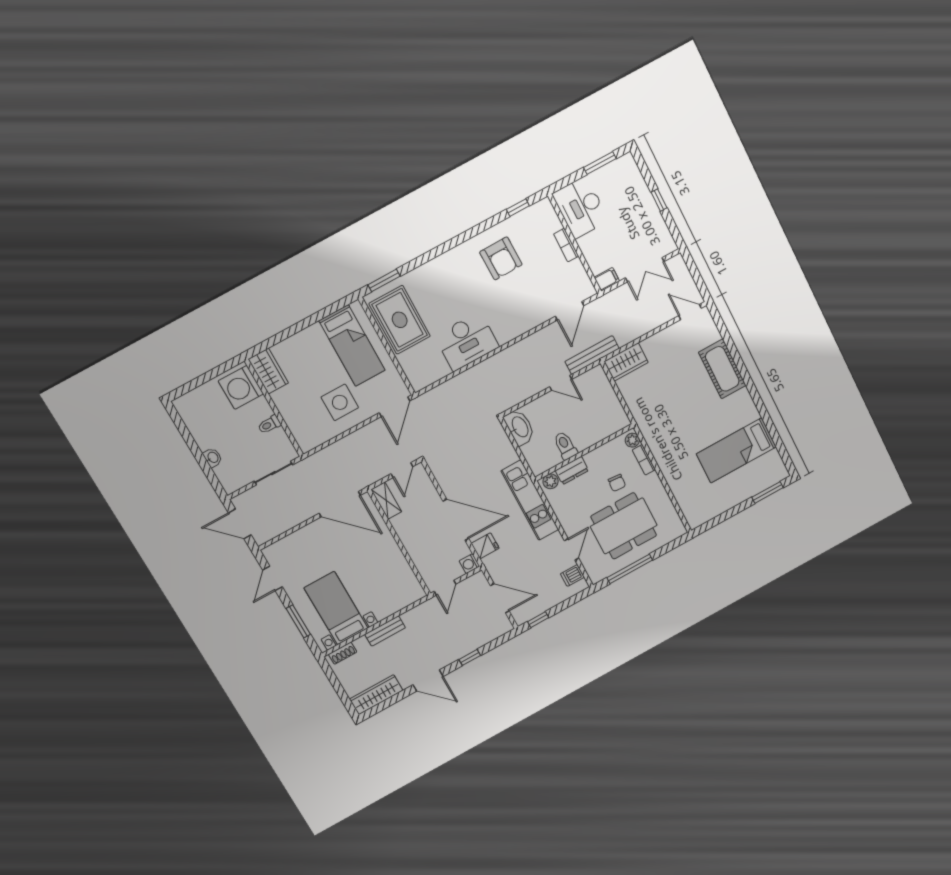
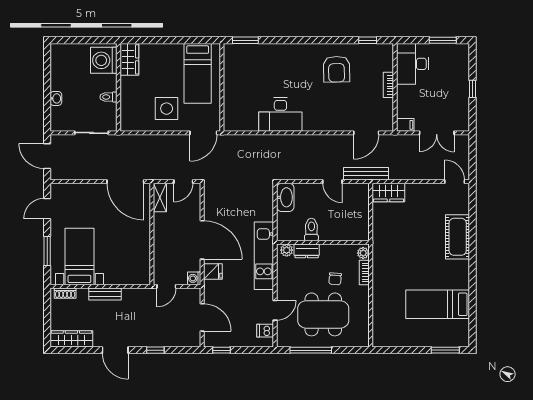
rug: (400, 320) -> (241, 74), removed

